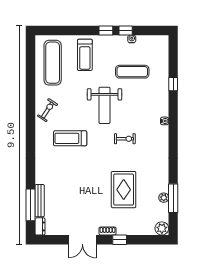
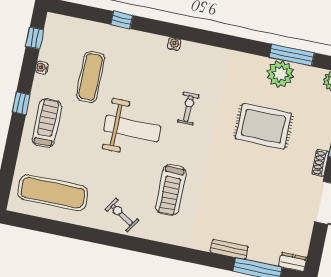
window: (126, 30) -> (35, 38), moved
treadmill: (85, 55) -> (47, 123), moved, turned -90
plant: (164, 198) -> (280, 74), width x1.88, depth x1.88
bench: (40, 201) -> (229, 249), moved, width x0.73

